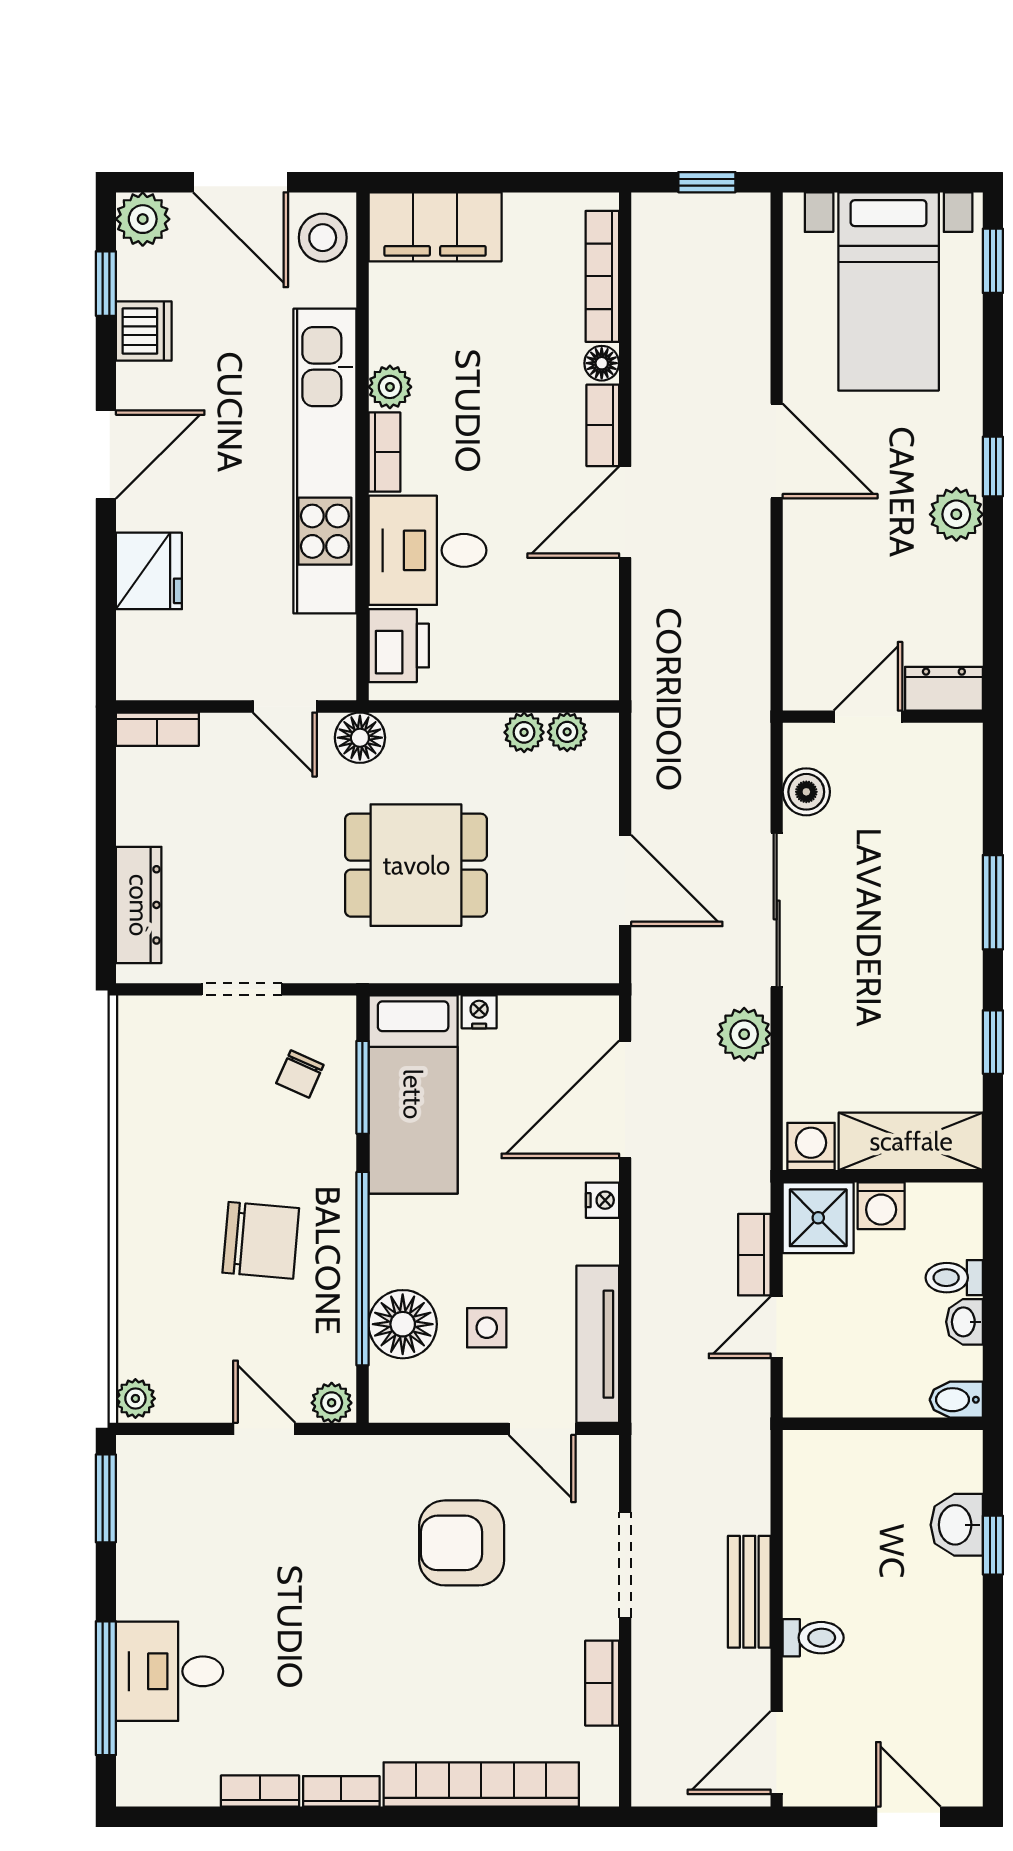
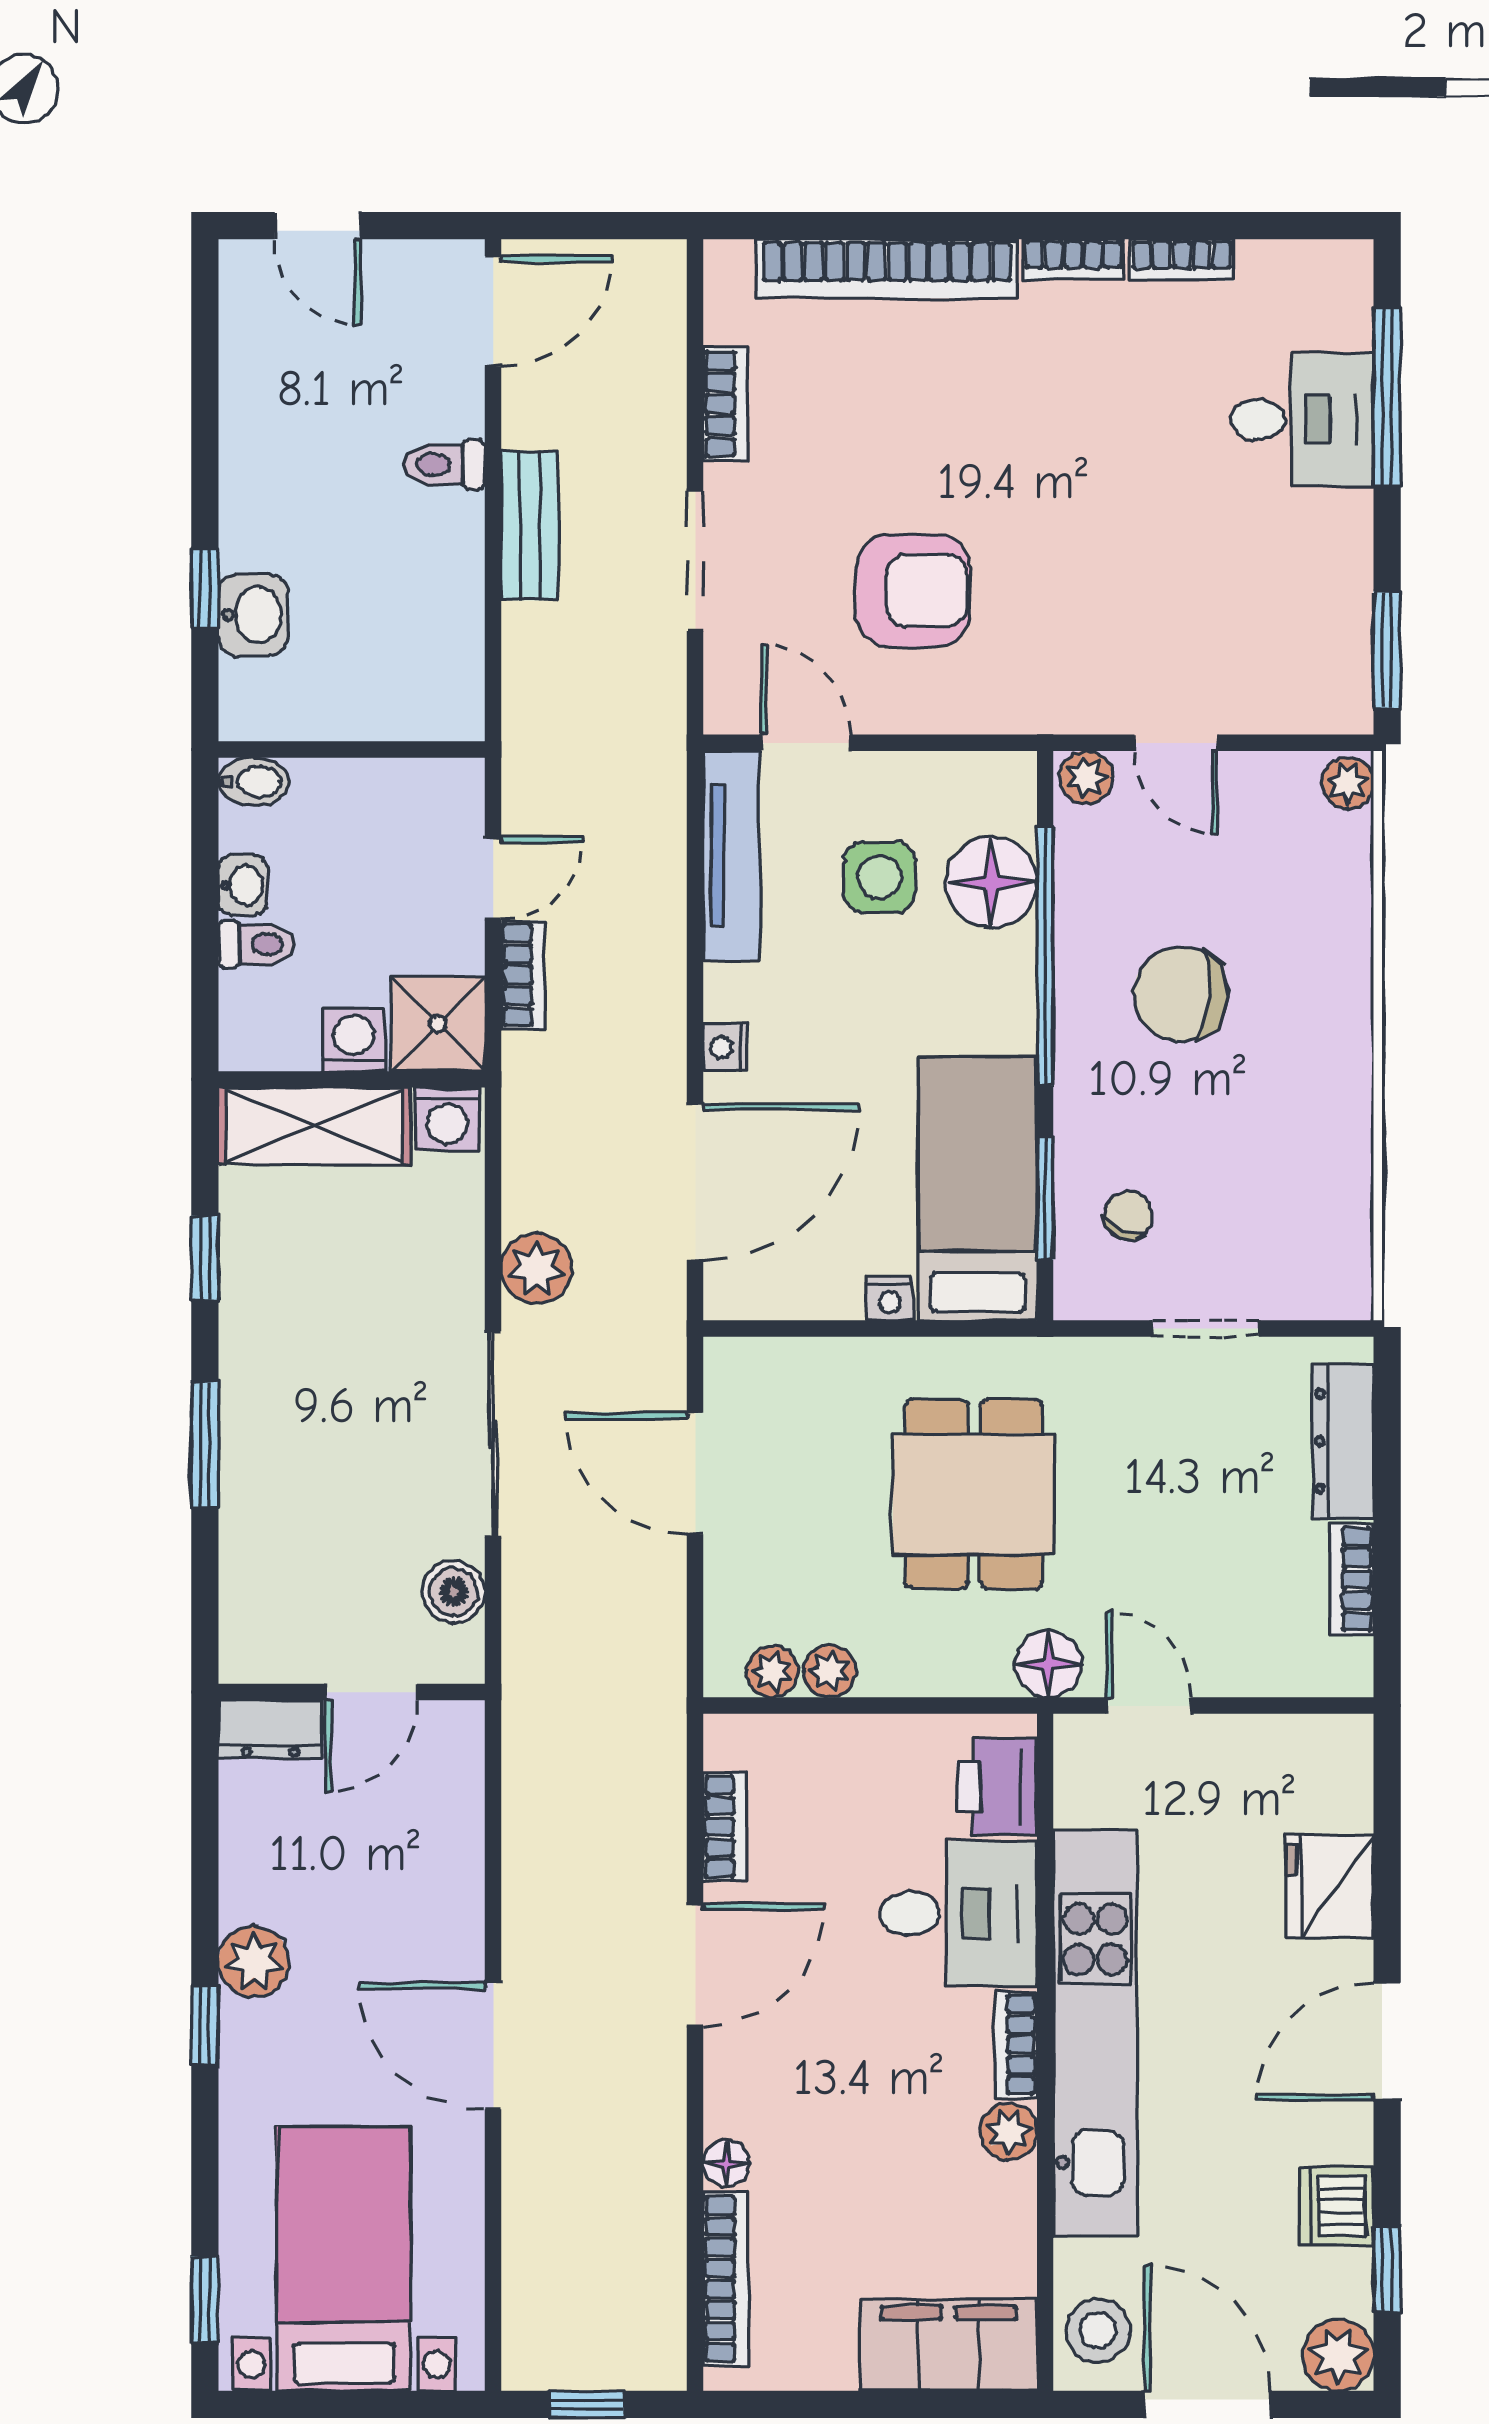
bookcase: (603, 425) -> (725, 1827), moved
bookcase: (157, 729) -> (1352, 1579), moved, turned -90
dining table: (416, 865) -> (974, 1494), turned 90
side table: (487, 1328) -> (880, 877), width x1.37, depth x1.37

